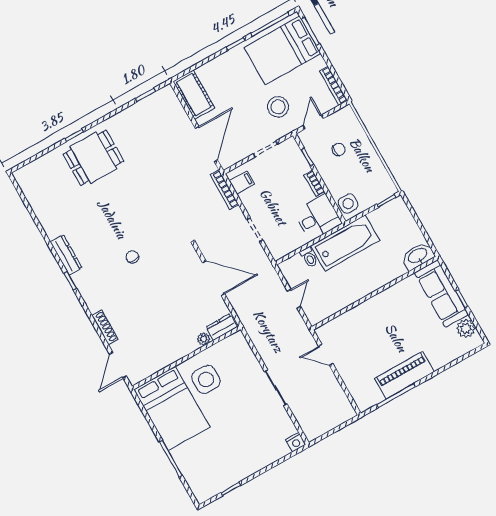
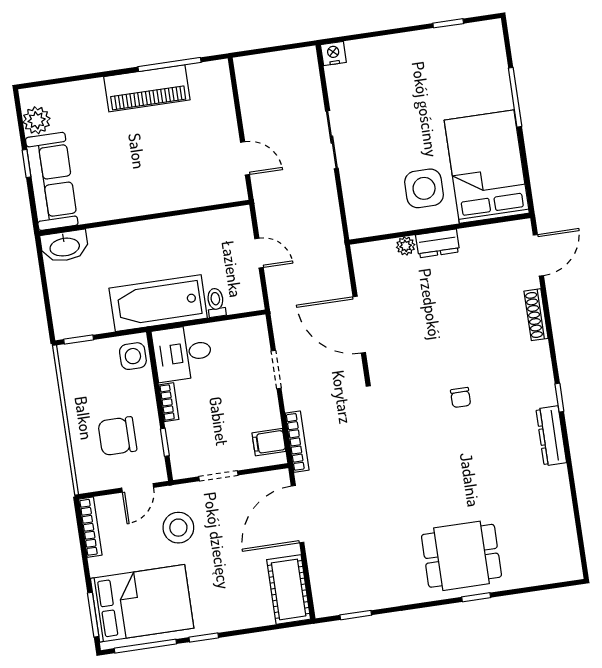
chair: (339, 150) -> (117, 436), width x1.87, depth x1.87
door: (294, 299) -> (259, 253), swing flipped
dresser: (222, 327) -> (438, 243), moved

